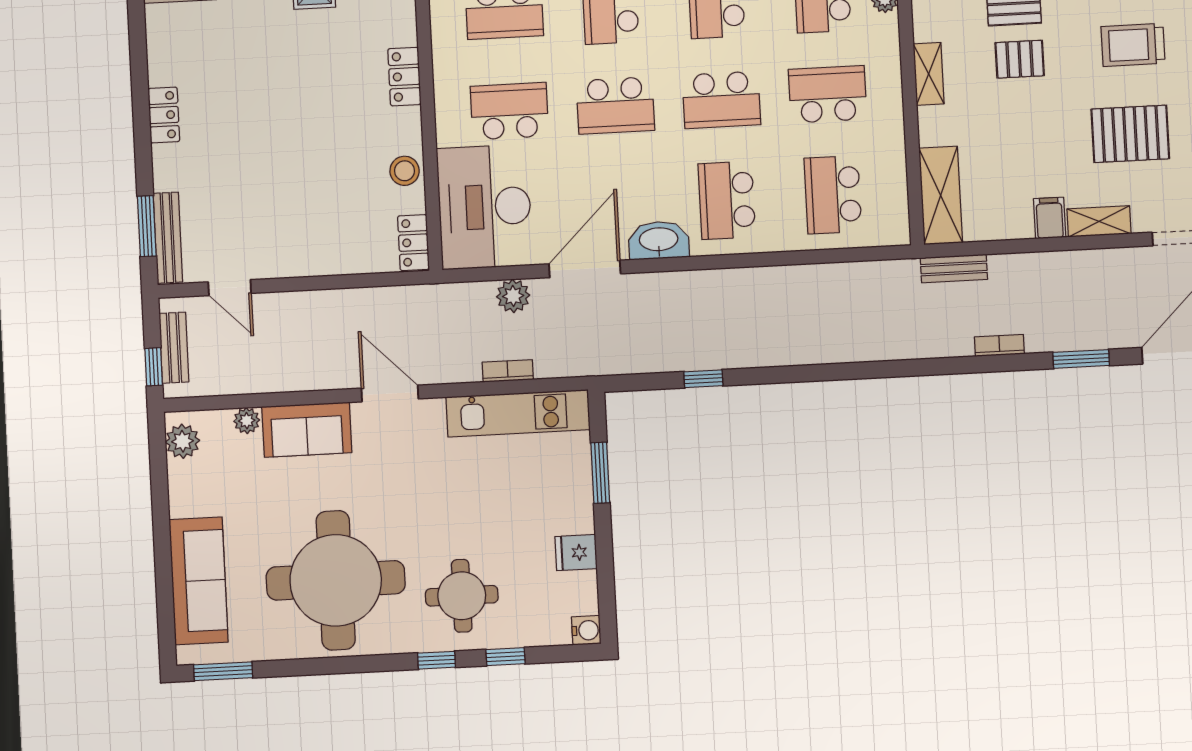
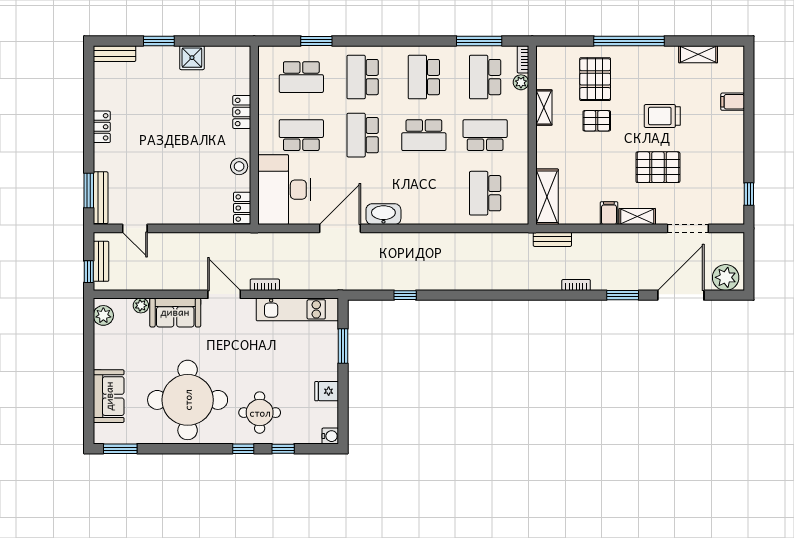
shelving: (929, 74) -> (544, 108), moved
school desk: (615, 105) -> (363, 135), turned 90
school desk: (727, 200) -> (424, 193), removed
plant: (513, 296) -> (298, 242), removed
bookcase: (508, 371) -> (265, 285), moved
sofa: (199, 581) -> (109, 396), width x0.73

